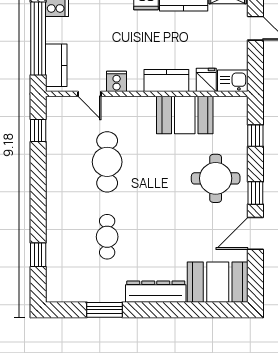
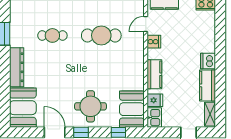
booth: (185, 115) -> (132, 109), moved

